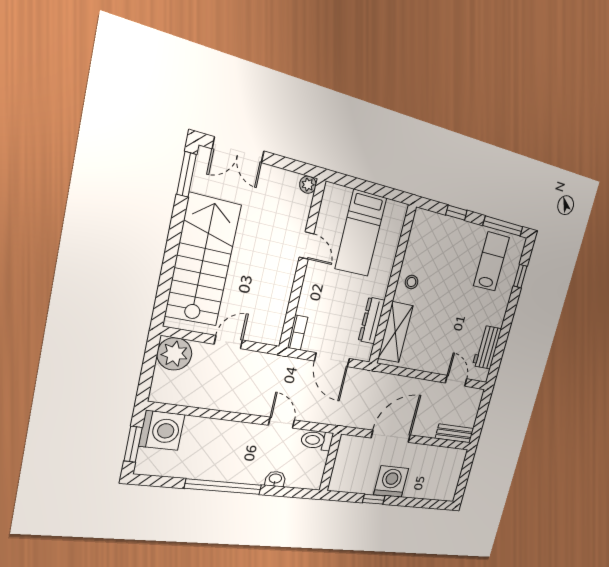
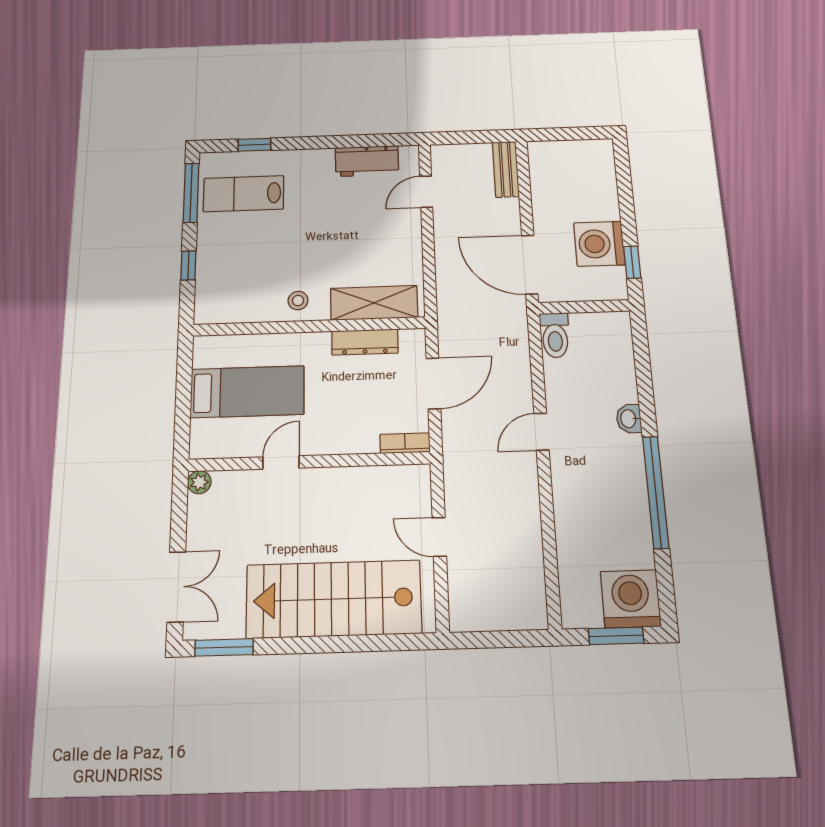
plant: (174, 354) -> (472, 608), removed
washing machine: (162, 430) -> (631, 599), moved
toilet: (317, 440) -> (555, 335), moved
wall: (330, 462) -> (584, 307), moved

